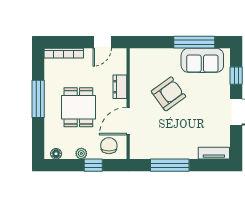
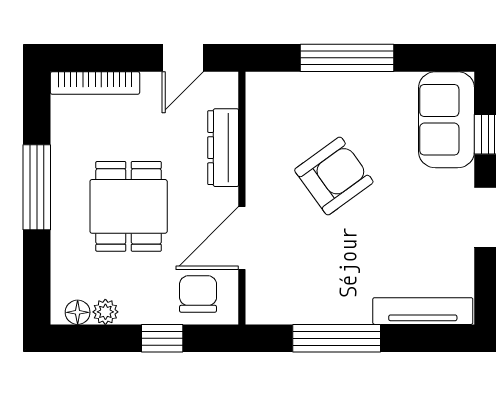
window: (194, 42) -> (347, 58), moved
sofa: (202, 60) -> (447, 120), moved, turned 90
dresser: (120, 87) -> (223, 148), width x1.44
plant: (81, 153) -> (105, 312), moved
tv unit: (214, 153) -> (423, 311), width x1.41

